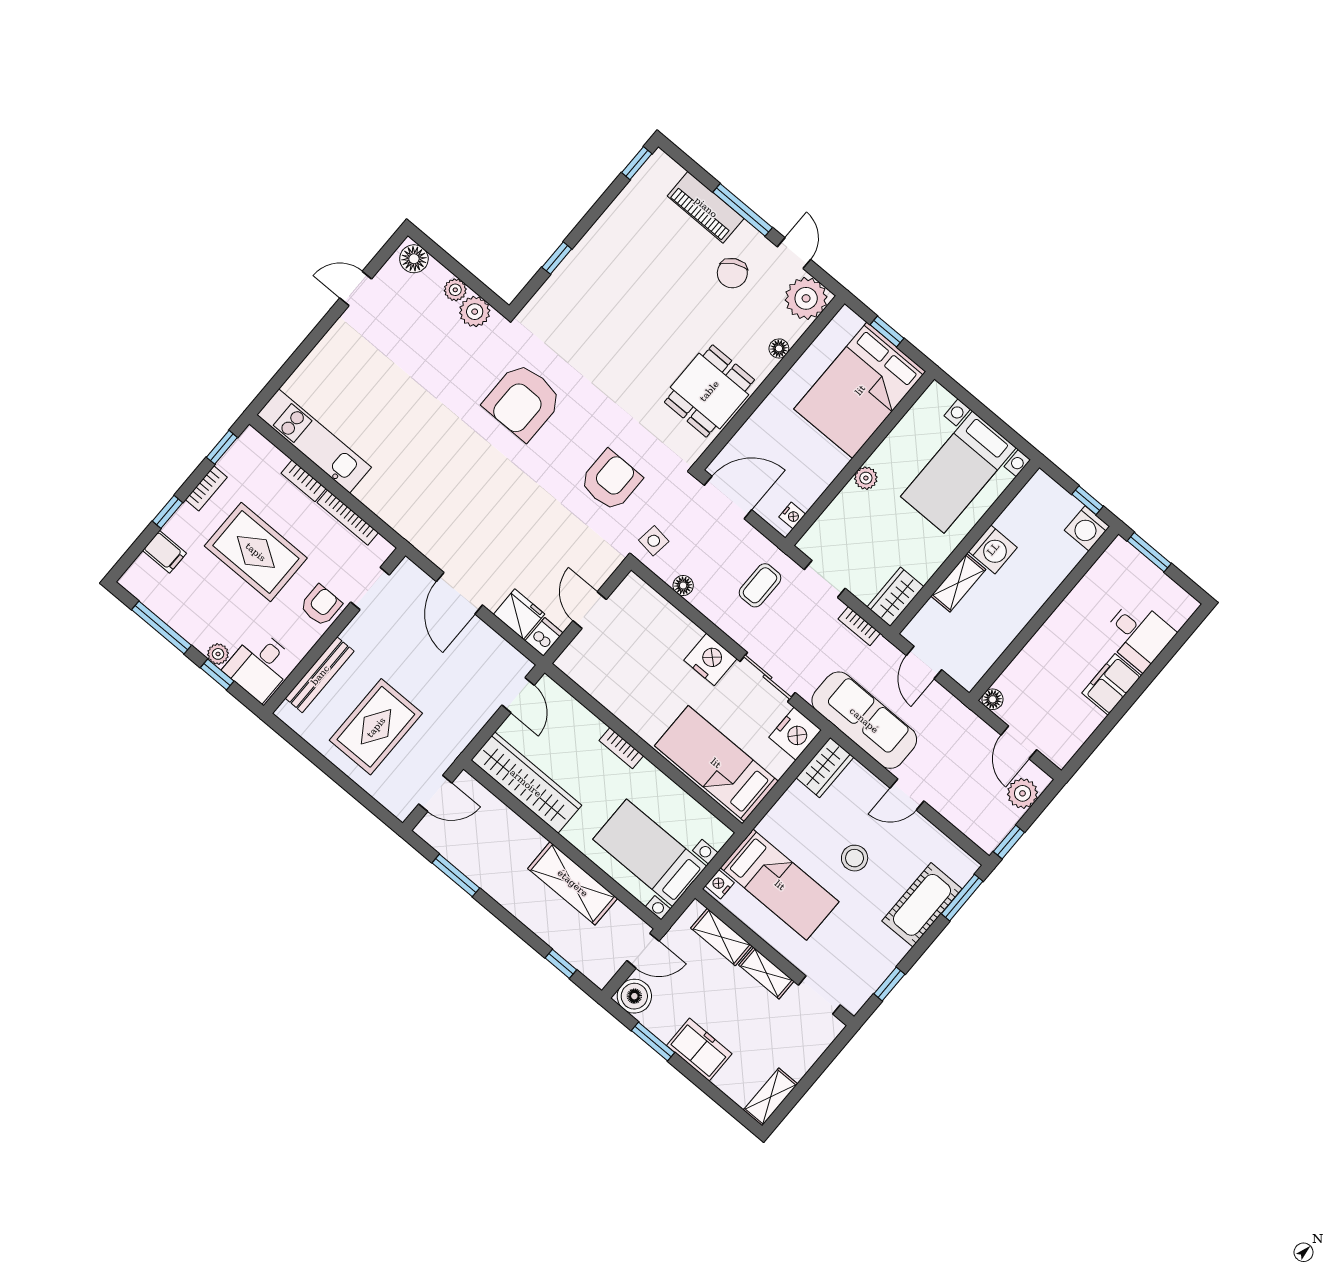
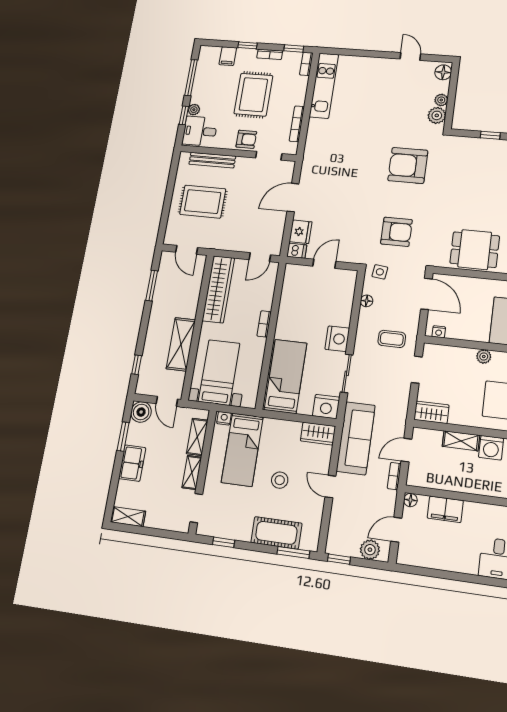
bookcase: (304, 481) -> (306, 64), moved
bookcase: (859, 626) -> (394, 476), moved
filing cabinet: (1112, 684) -> (445, 509), moved, turned 180

